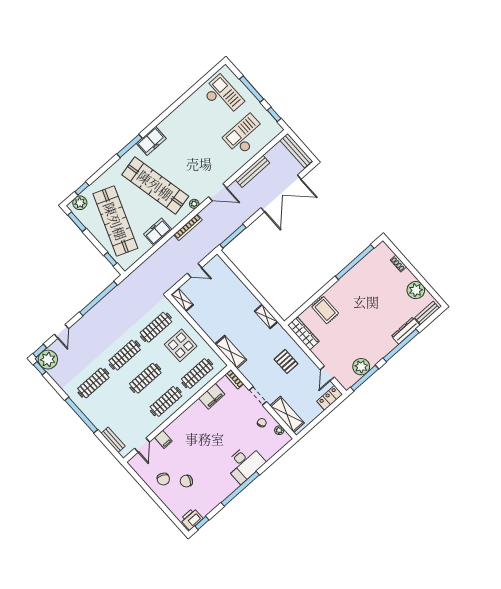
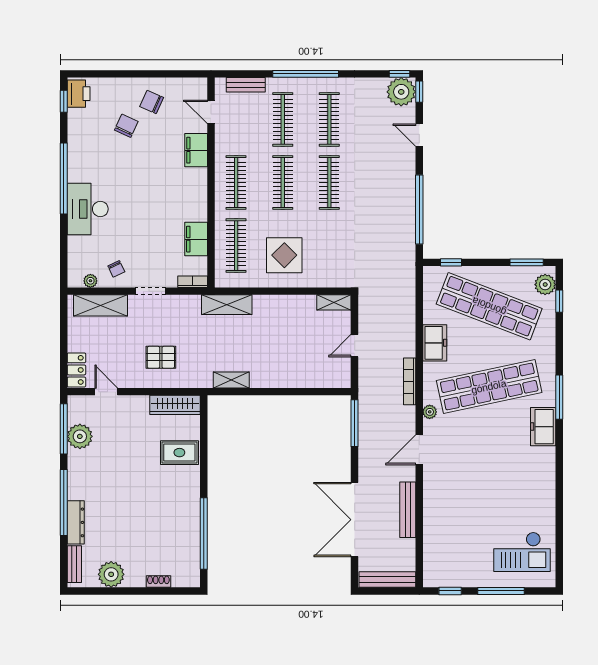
checkout: (245, 135) -> (456, 538), removed
clothes rail: (156, 327) -> (283, 119), moved
filing cabinet: (163, 439) -> (196, 150), width x2.00

